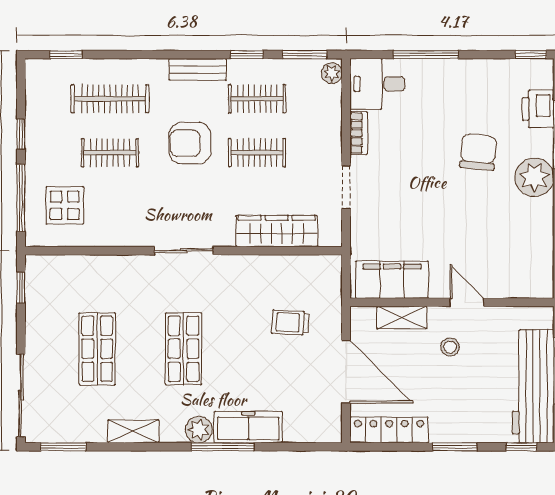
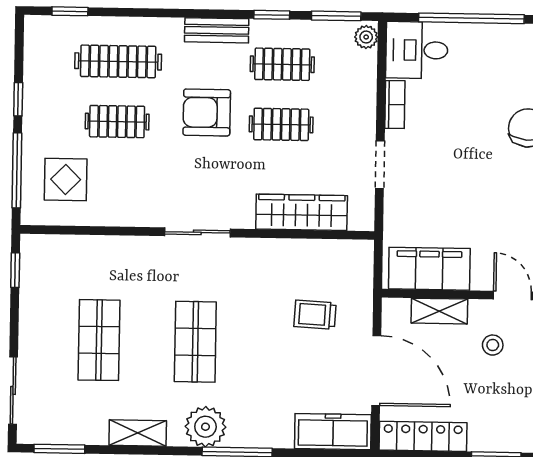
window: (426, 55) -> (471, 18), width x1.46
sliding door: (21, 395) -> (13, 390), width x0.73
freezer: (248, 427) -> (333, 432), moved
plant: (199, 430) -> (205, 427), width x1.36, depth x1.36

